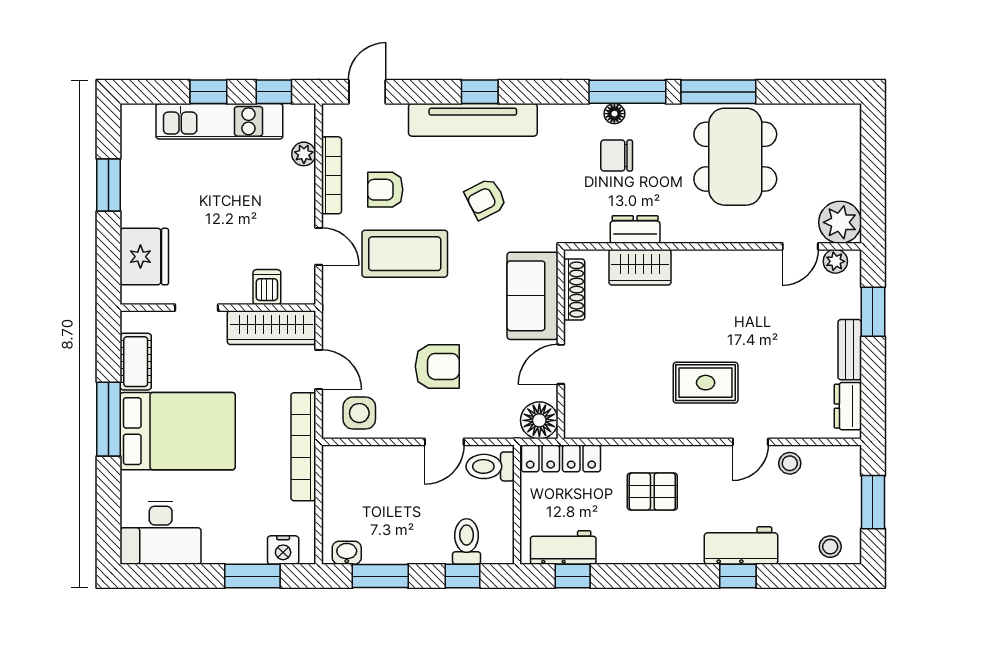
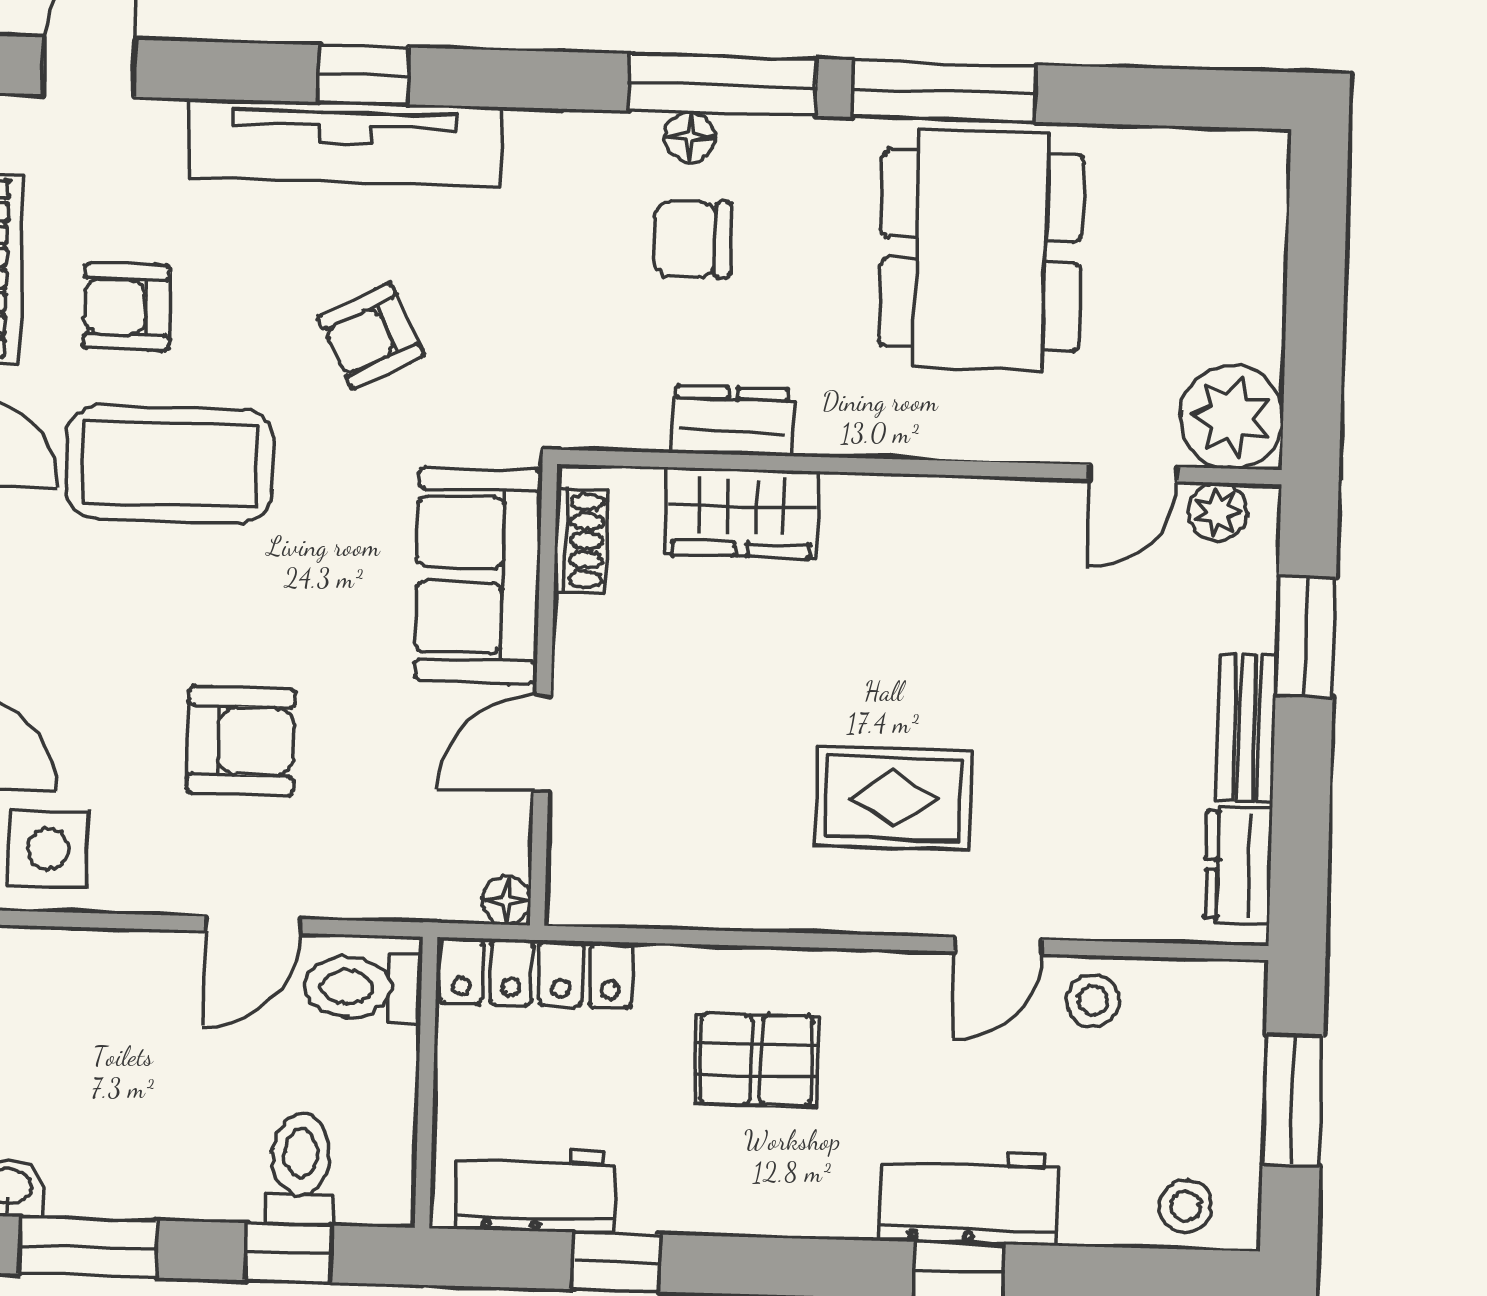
shoe rack: (574, 290) -> (580, 540), width x0.70
floor lamp: (539, 420) -> (507, 901), width x0.53, depth x0.53
window: (573, 576) -> (616, 1262), moved

